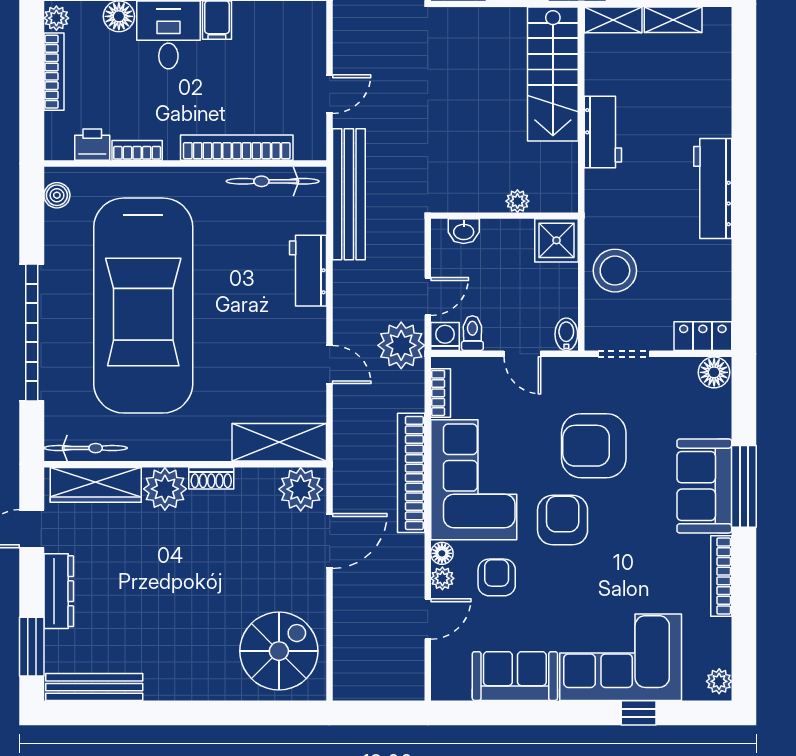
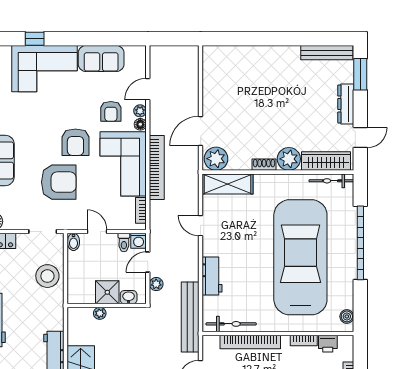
shower: (556, 240) -> (107, 292), moved
plant: (401, 345) -> (156, 284), moved, width x0.53, depth x0.53
spiral stairs: (279, 651) -> (228, 72), removed

